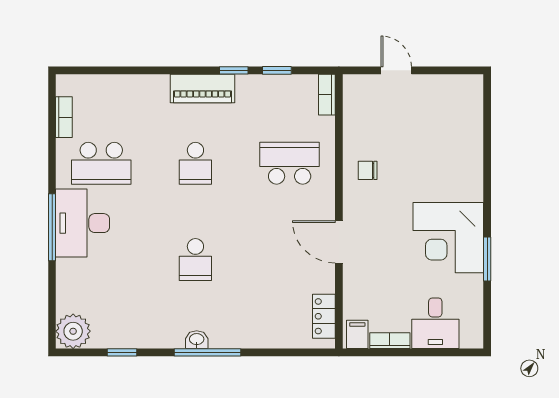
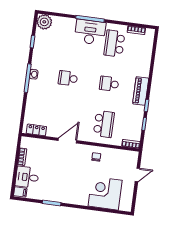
corner desk: (448, 238) -> (105, 193), moved
filing cabinet: (357, 334) -> (20, 192), moved

